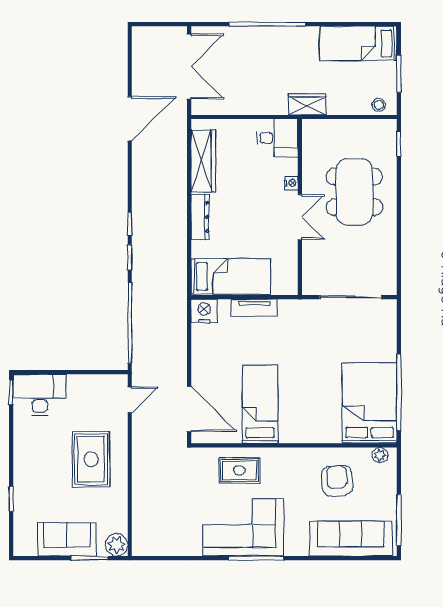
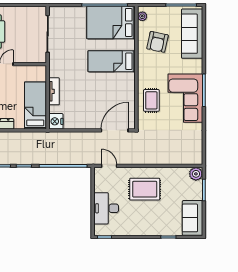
desk: (40, 395) -> (106, 208), moved
bed: (260, 404) -> (112, 61), moved
armchair: (337, 481) -> (158, 42), turned -74
sofa: (67, 539) -> (193, 218), moved

